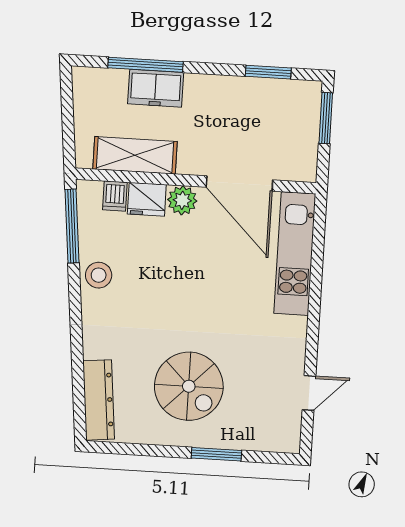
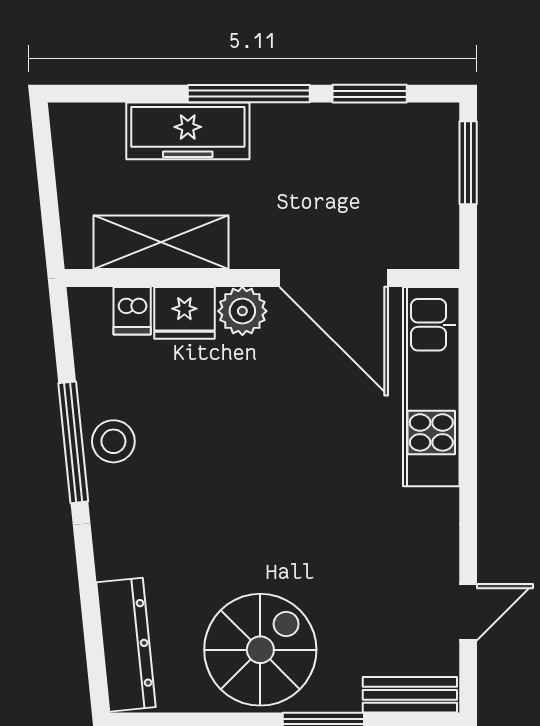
window: (145, 65) -> (249, 94), moved
freezer: (156, 88) -> (188, 131), width x1.40
window: (72, 226) -> (73, 442), moved
spiral stairs: (189, 386) -> (260, 650), moved, turned -90
bench: (270, 441) -> (410, 695), added

